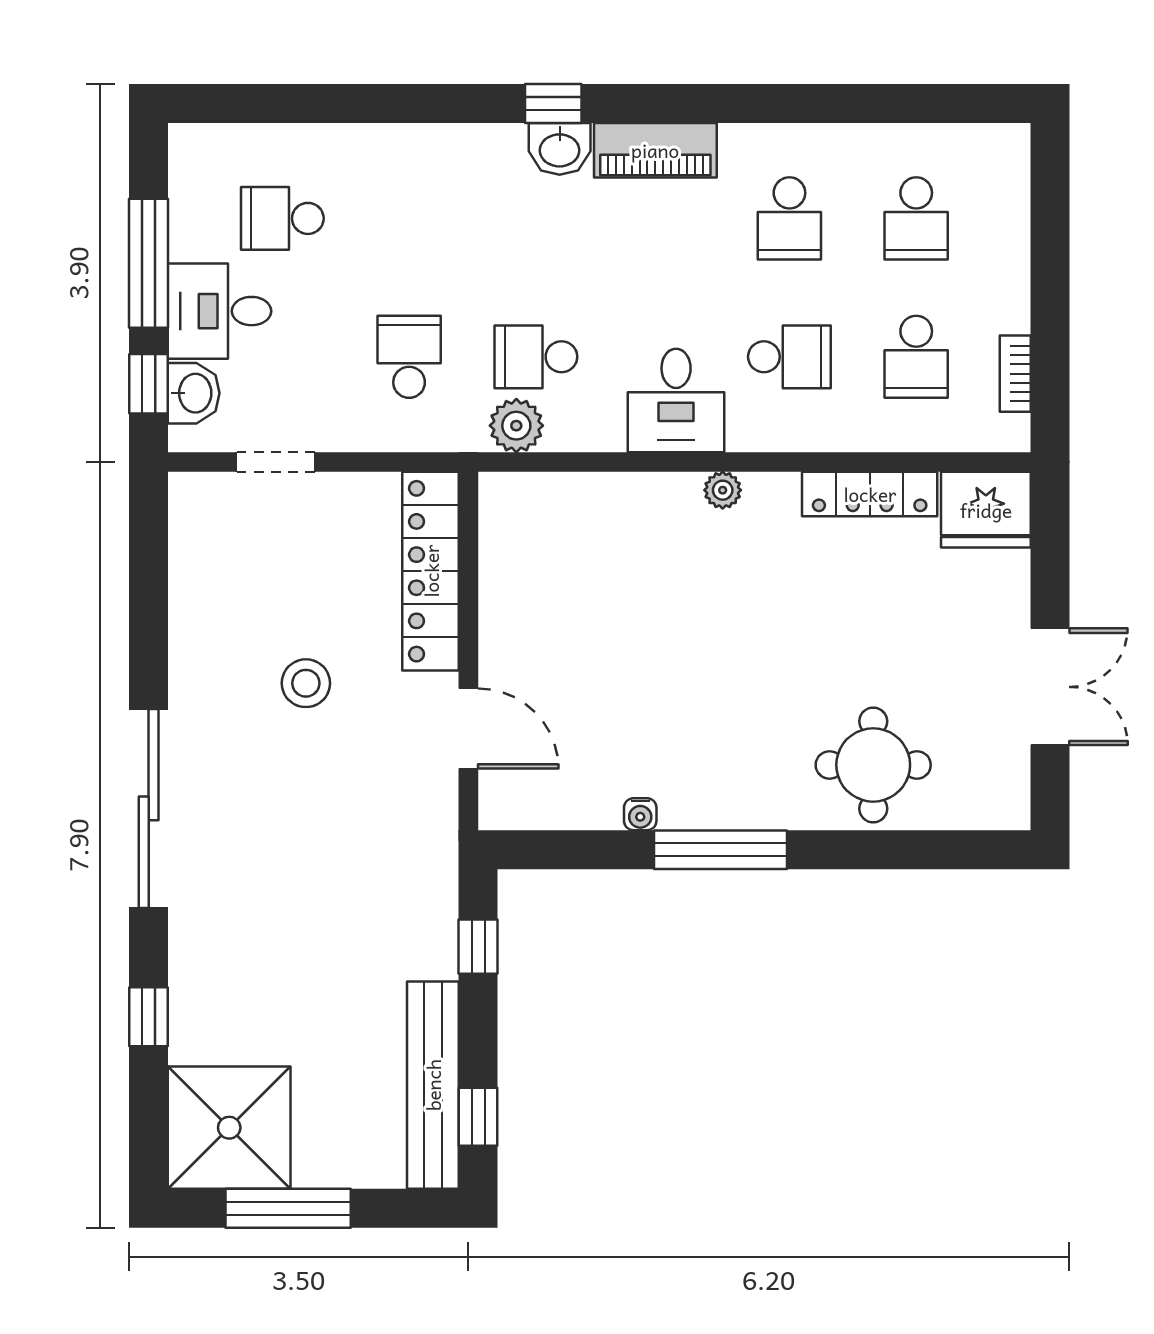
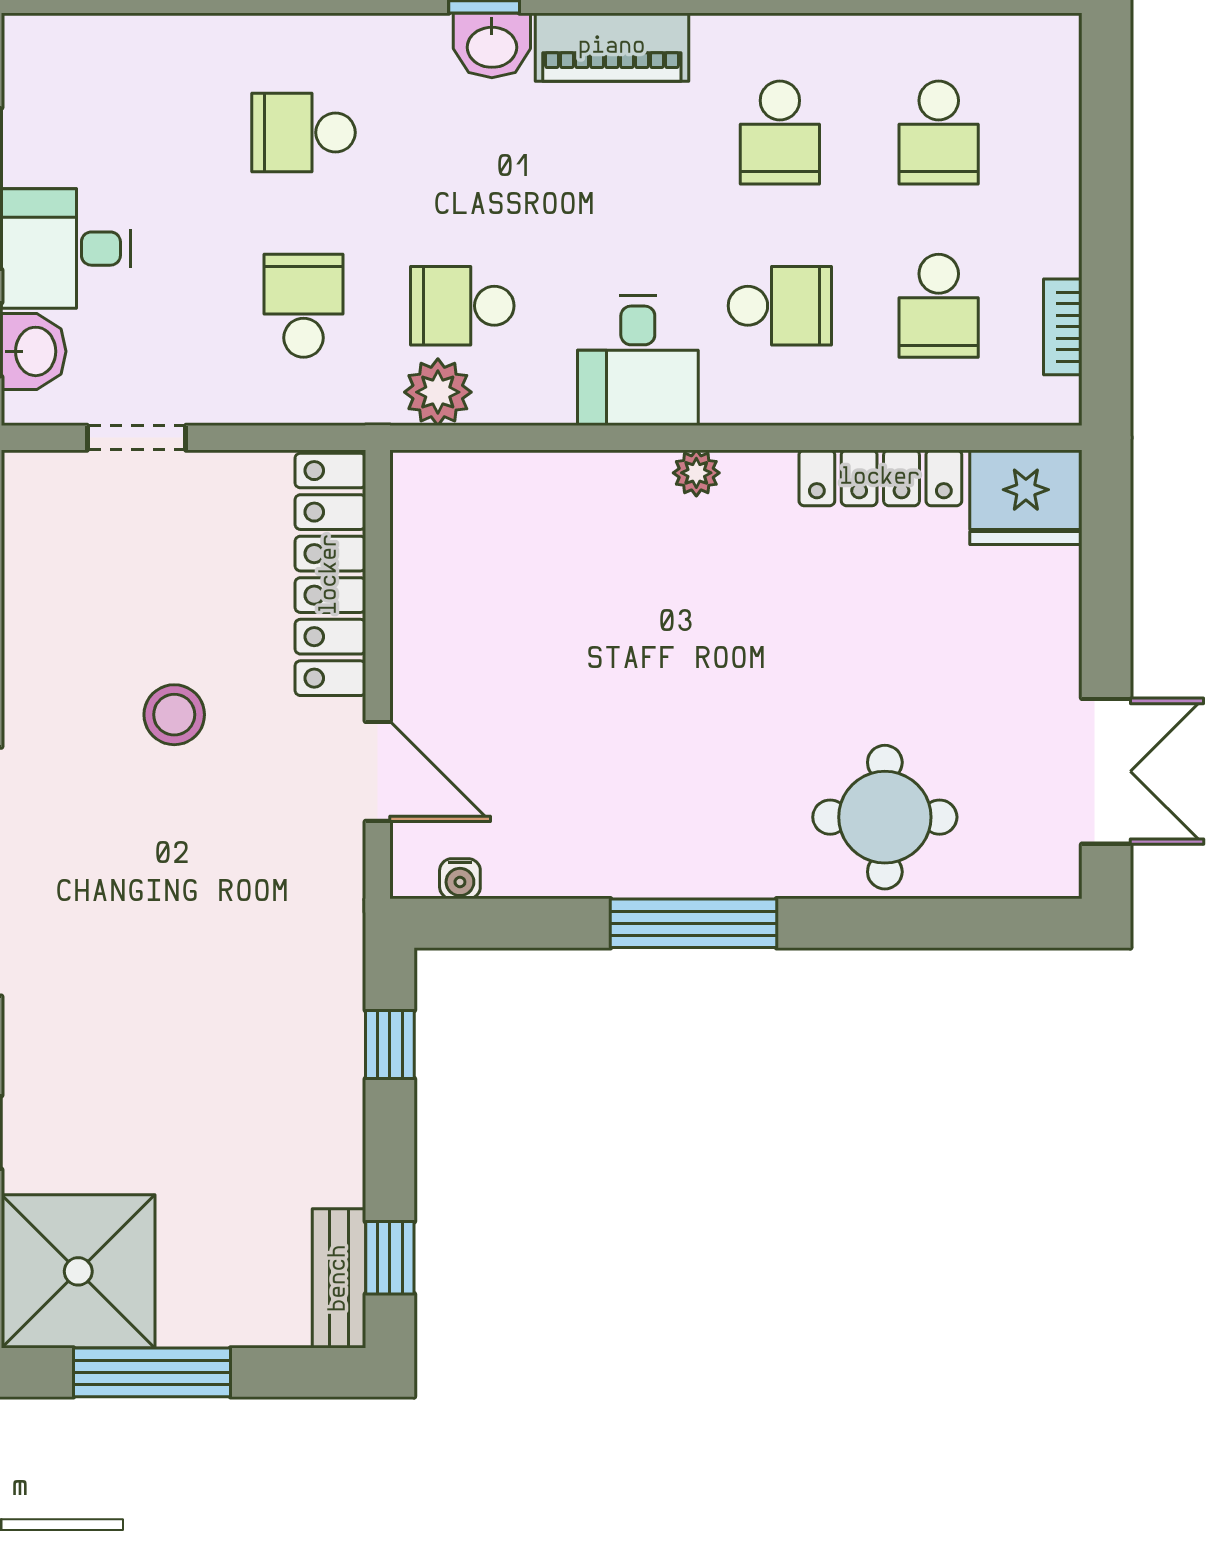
school desk: (282, 218) -> (304, 133), moved
double door: (1050, 687) -> (1106, 771), moved
water cooler: (640, 814) -> (460, 879), moved
bench: (433, 1085) -> (339, 1278), width x0.54, depth x0.82

